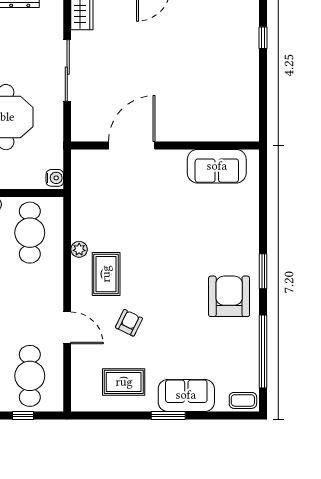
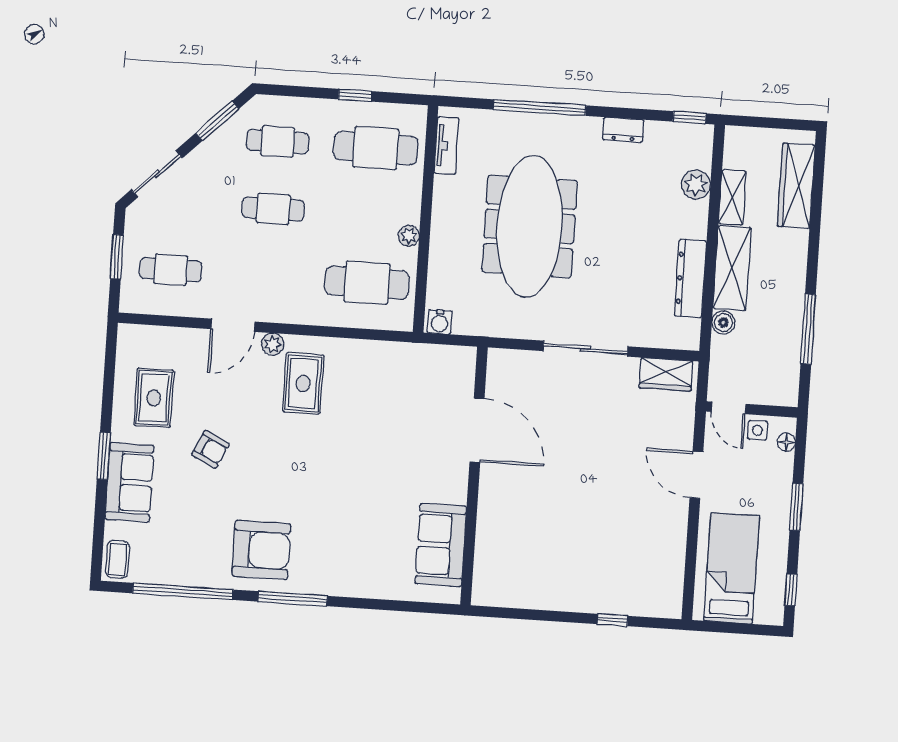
plant: (79, 249) -> (273, 344), moved
window: (263, 271) -> (293, 599), width x1.44
rug: (106, 274) -> (303, 383), turned 90
armchair: (129, 323) -> (210, 449), moved
cafe table: (30, 376) -> (171, 270), width x0.73, depth x0.74
window: (23, 415) -> (117, 257), width x1.50

